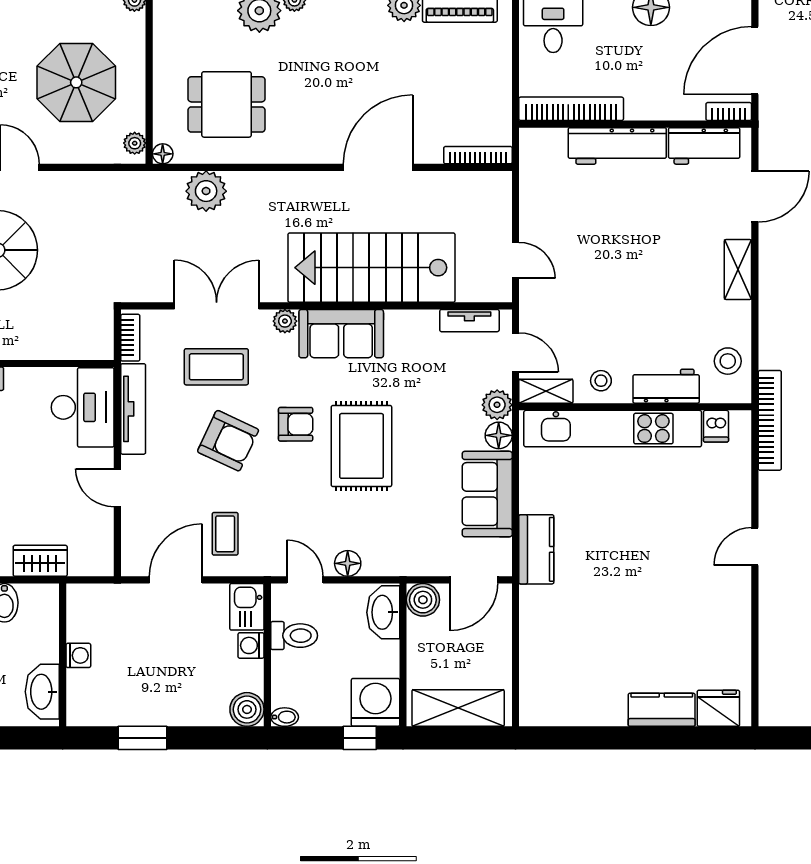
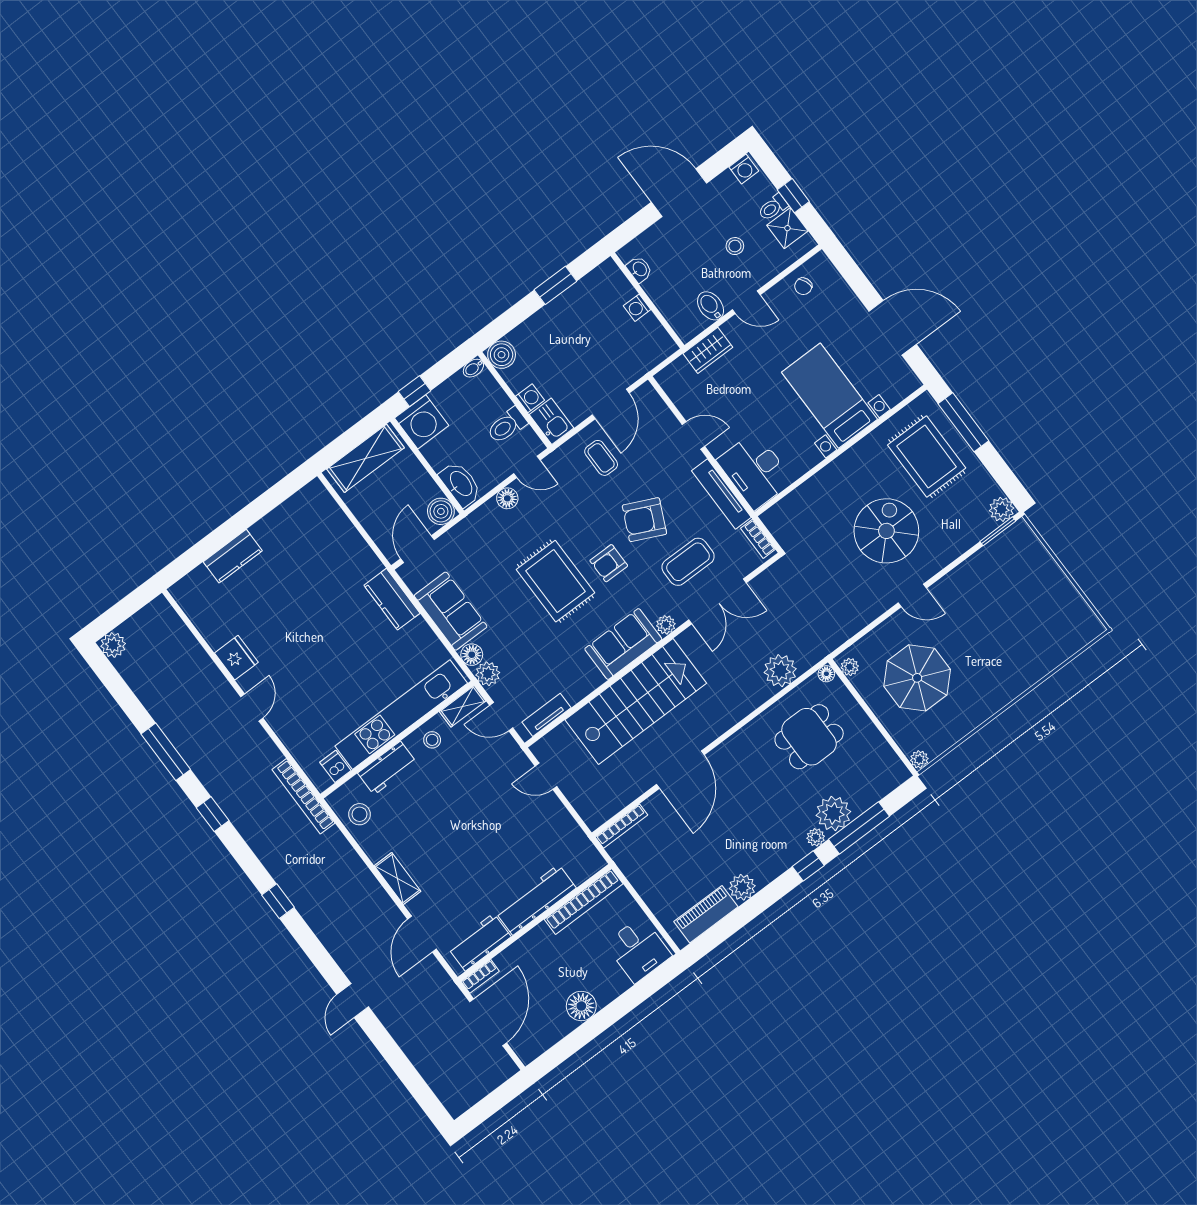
washbasin: (42, 692) -> (639, 269), width x0.52, depth x0.69
fridge: (718, 708) -> (236, 658), moved, turned -90

